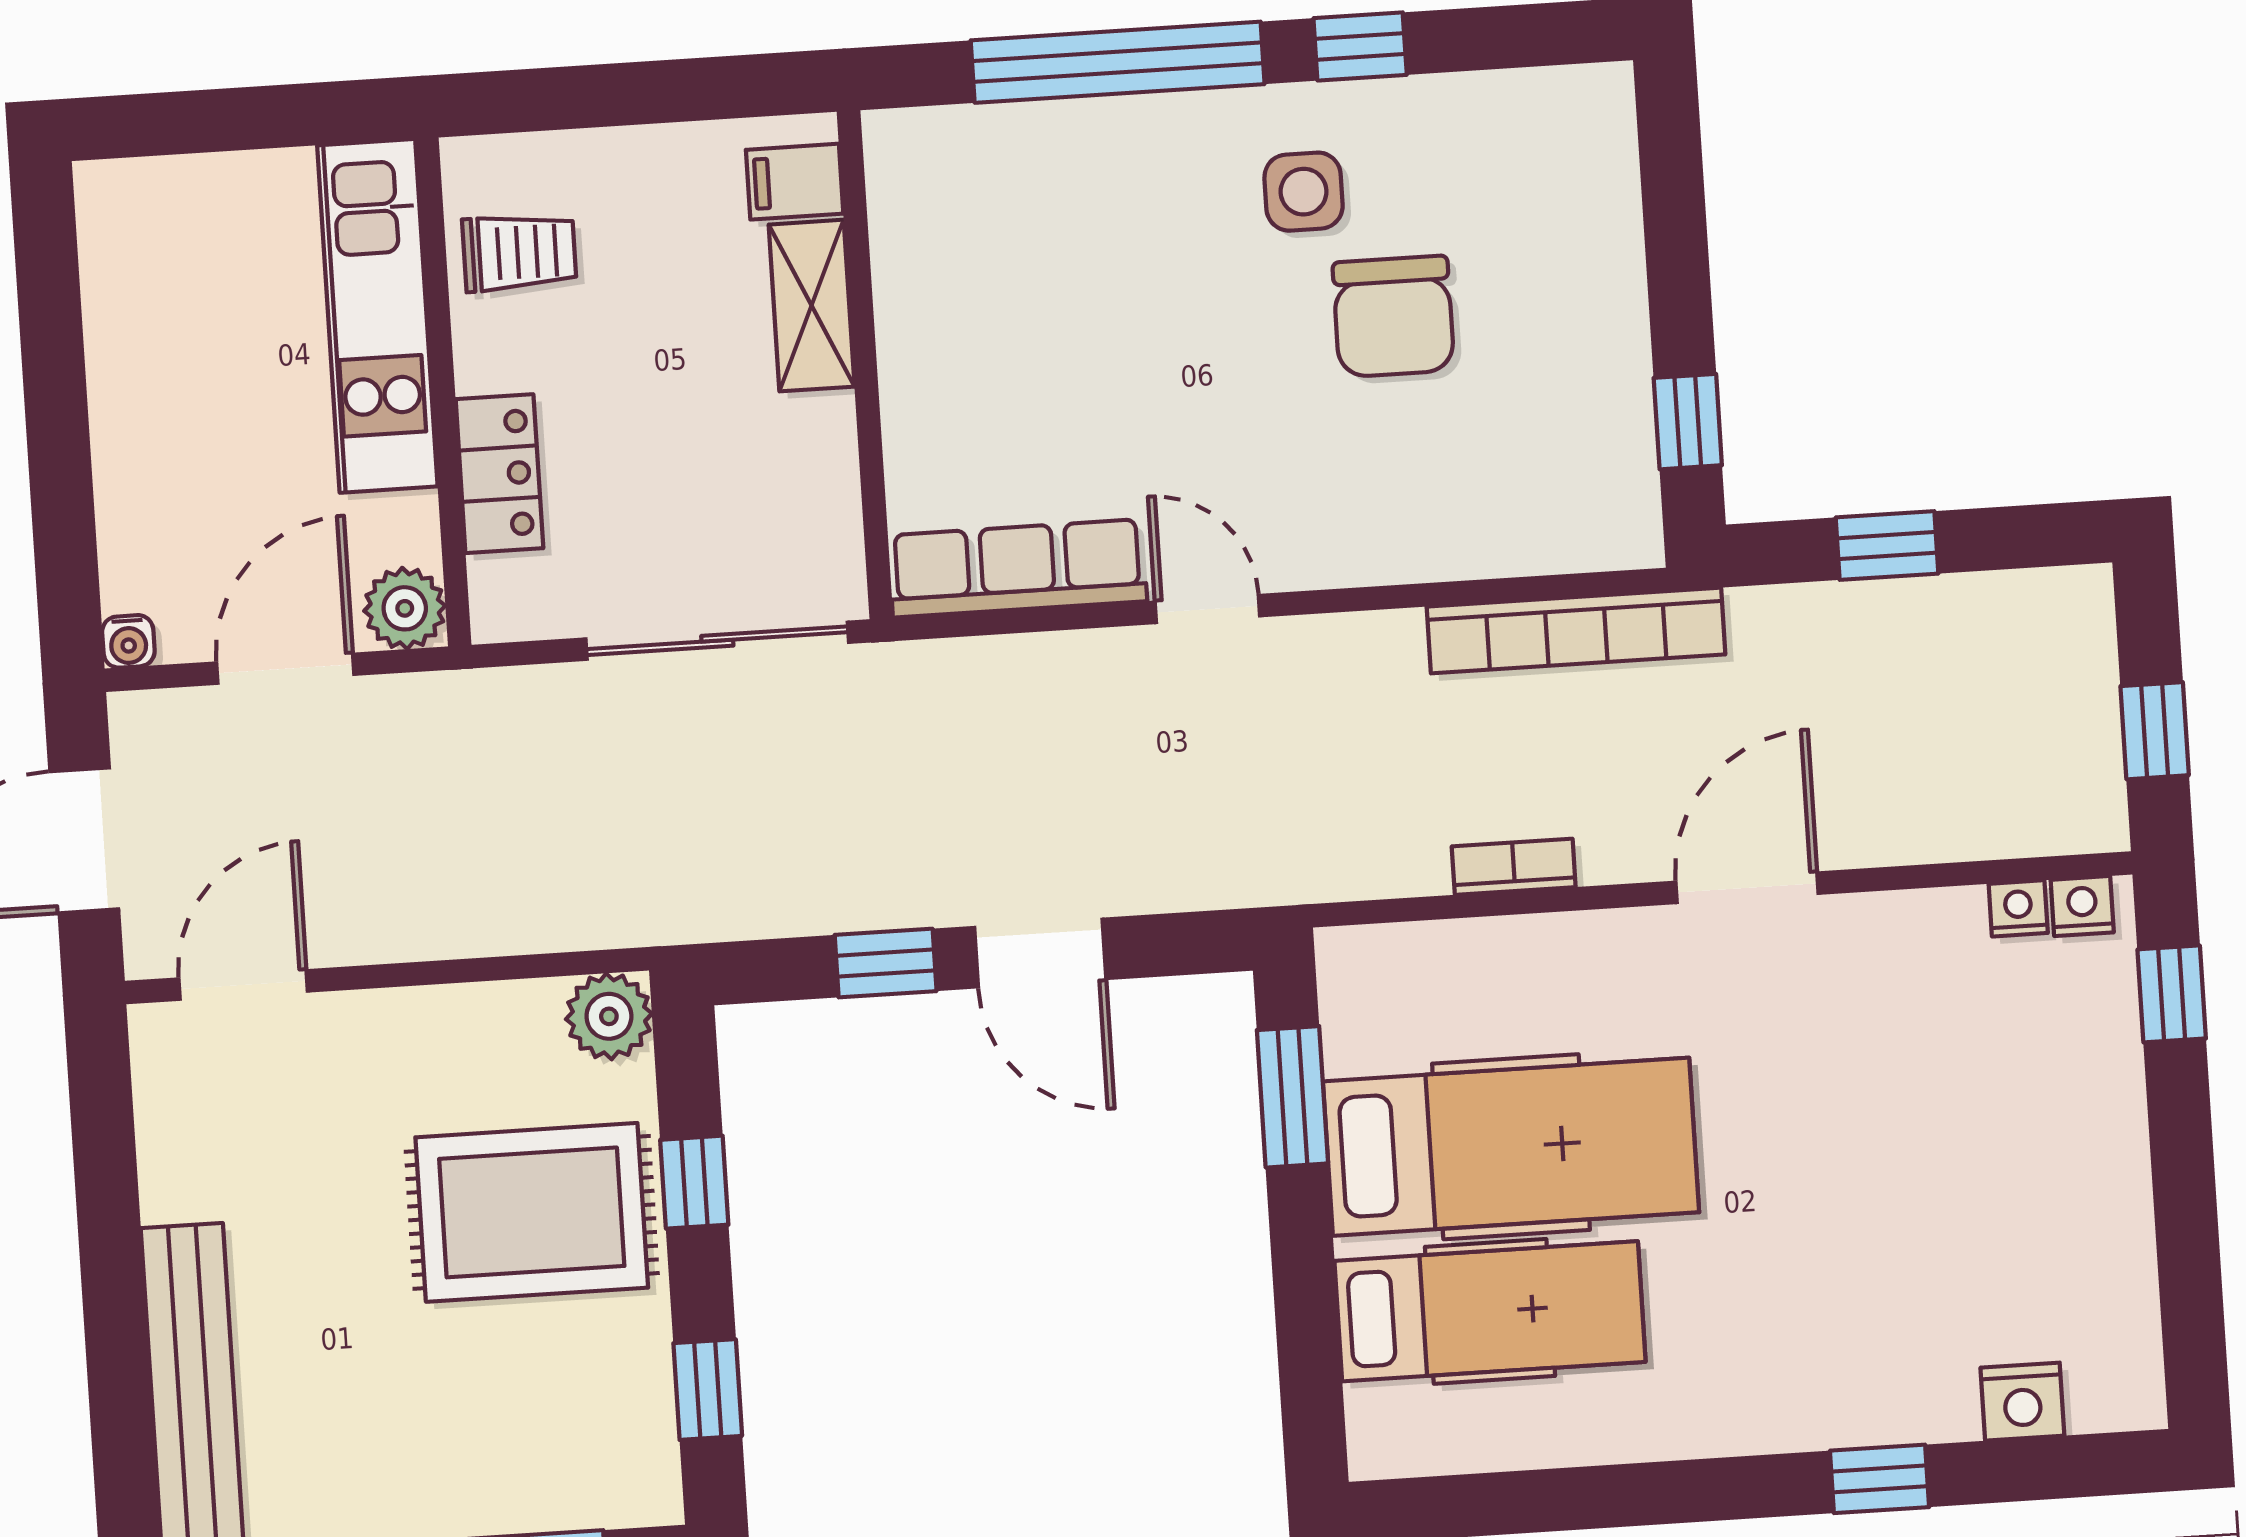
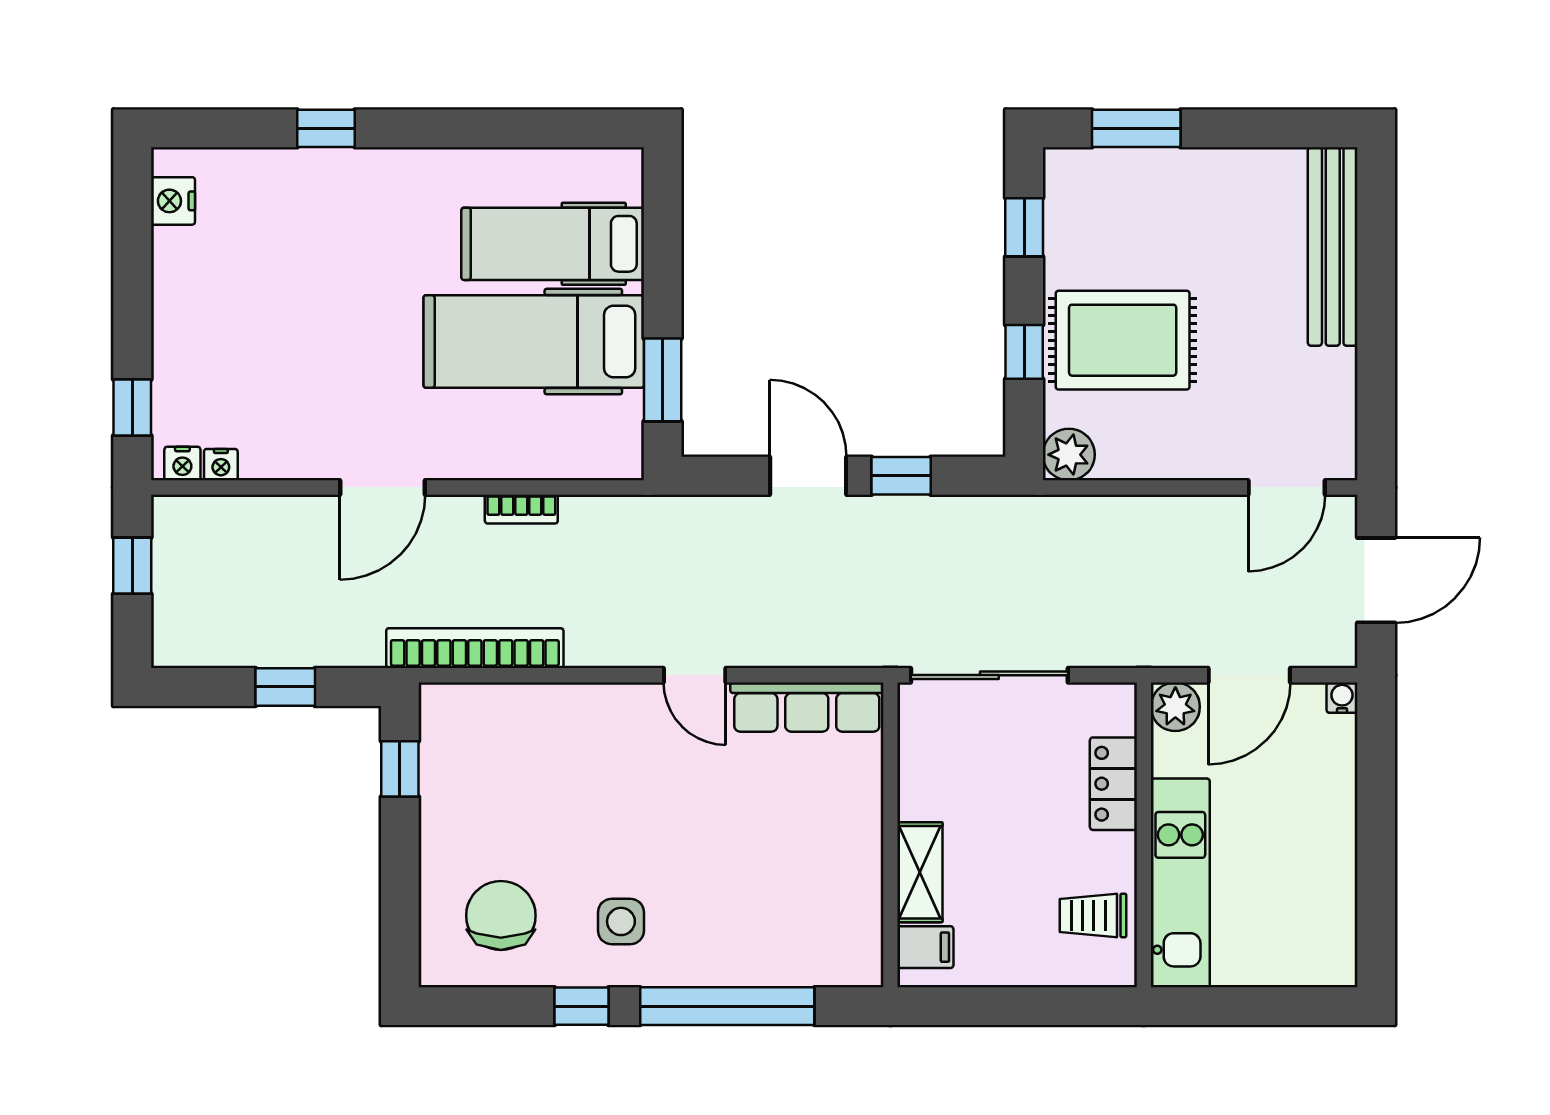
chair: (1393, 316) -> (501, 915), moved
nightstand: (2022, 1402) -> (173, 201), moved, turned -90

